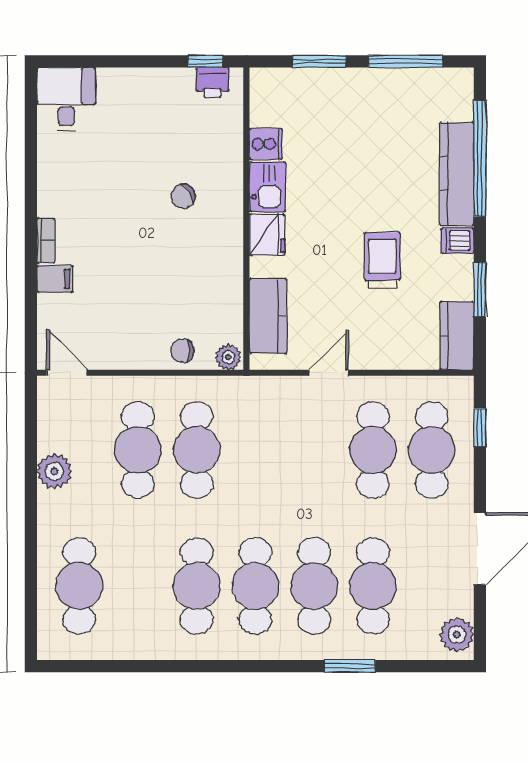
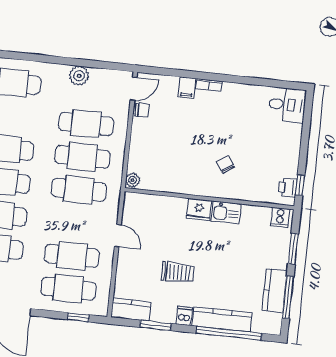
cooker: (266, 144) -> (280, 217), moved
kitchen counter: (268, 316) -> (275, 291), moved, turned 90
chair: (182, 351) -> (142, 110), moved, turned 90
cafe table: (255, 450) -> (79, 190), added

